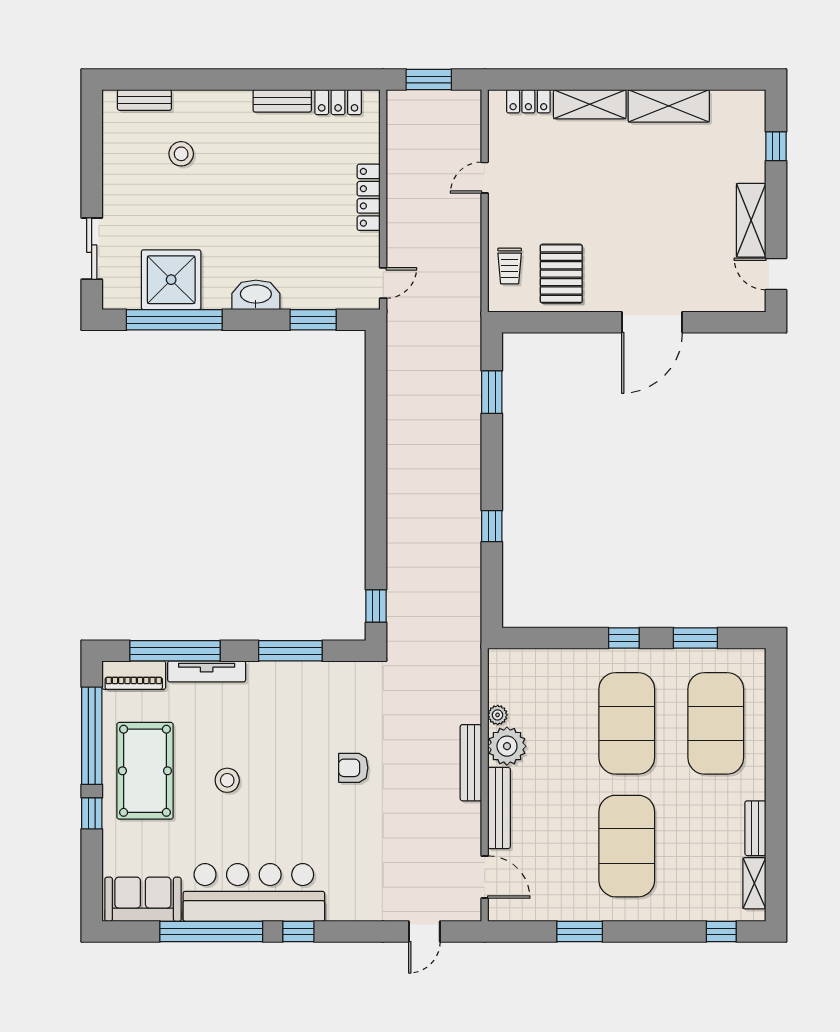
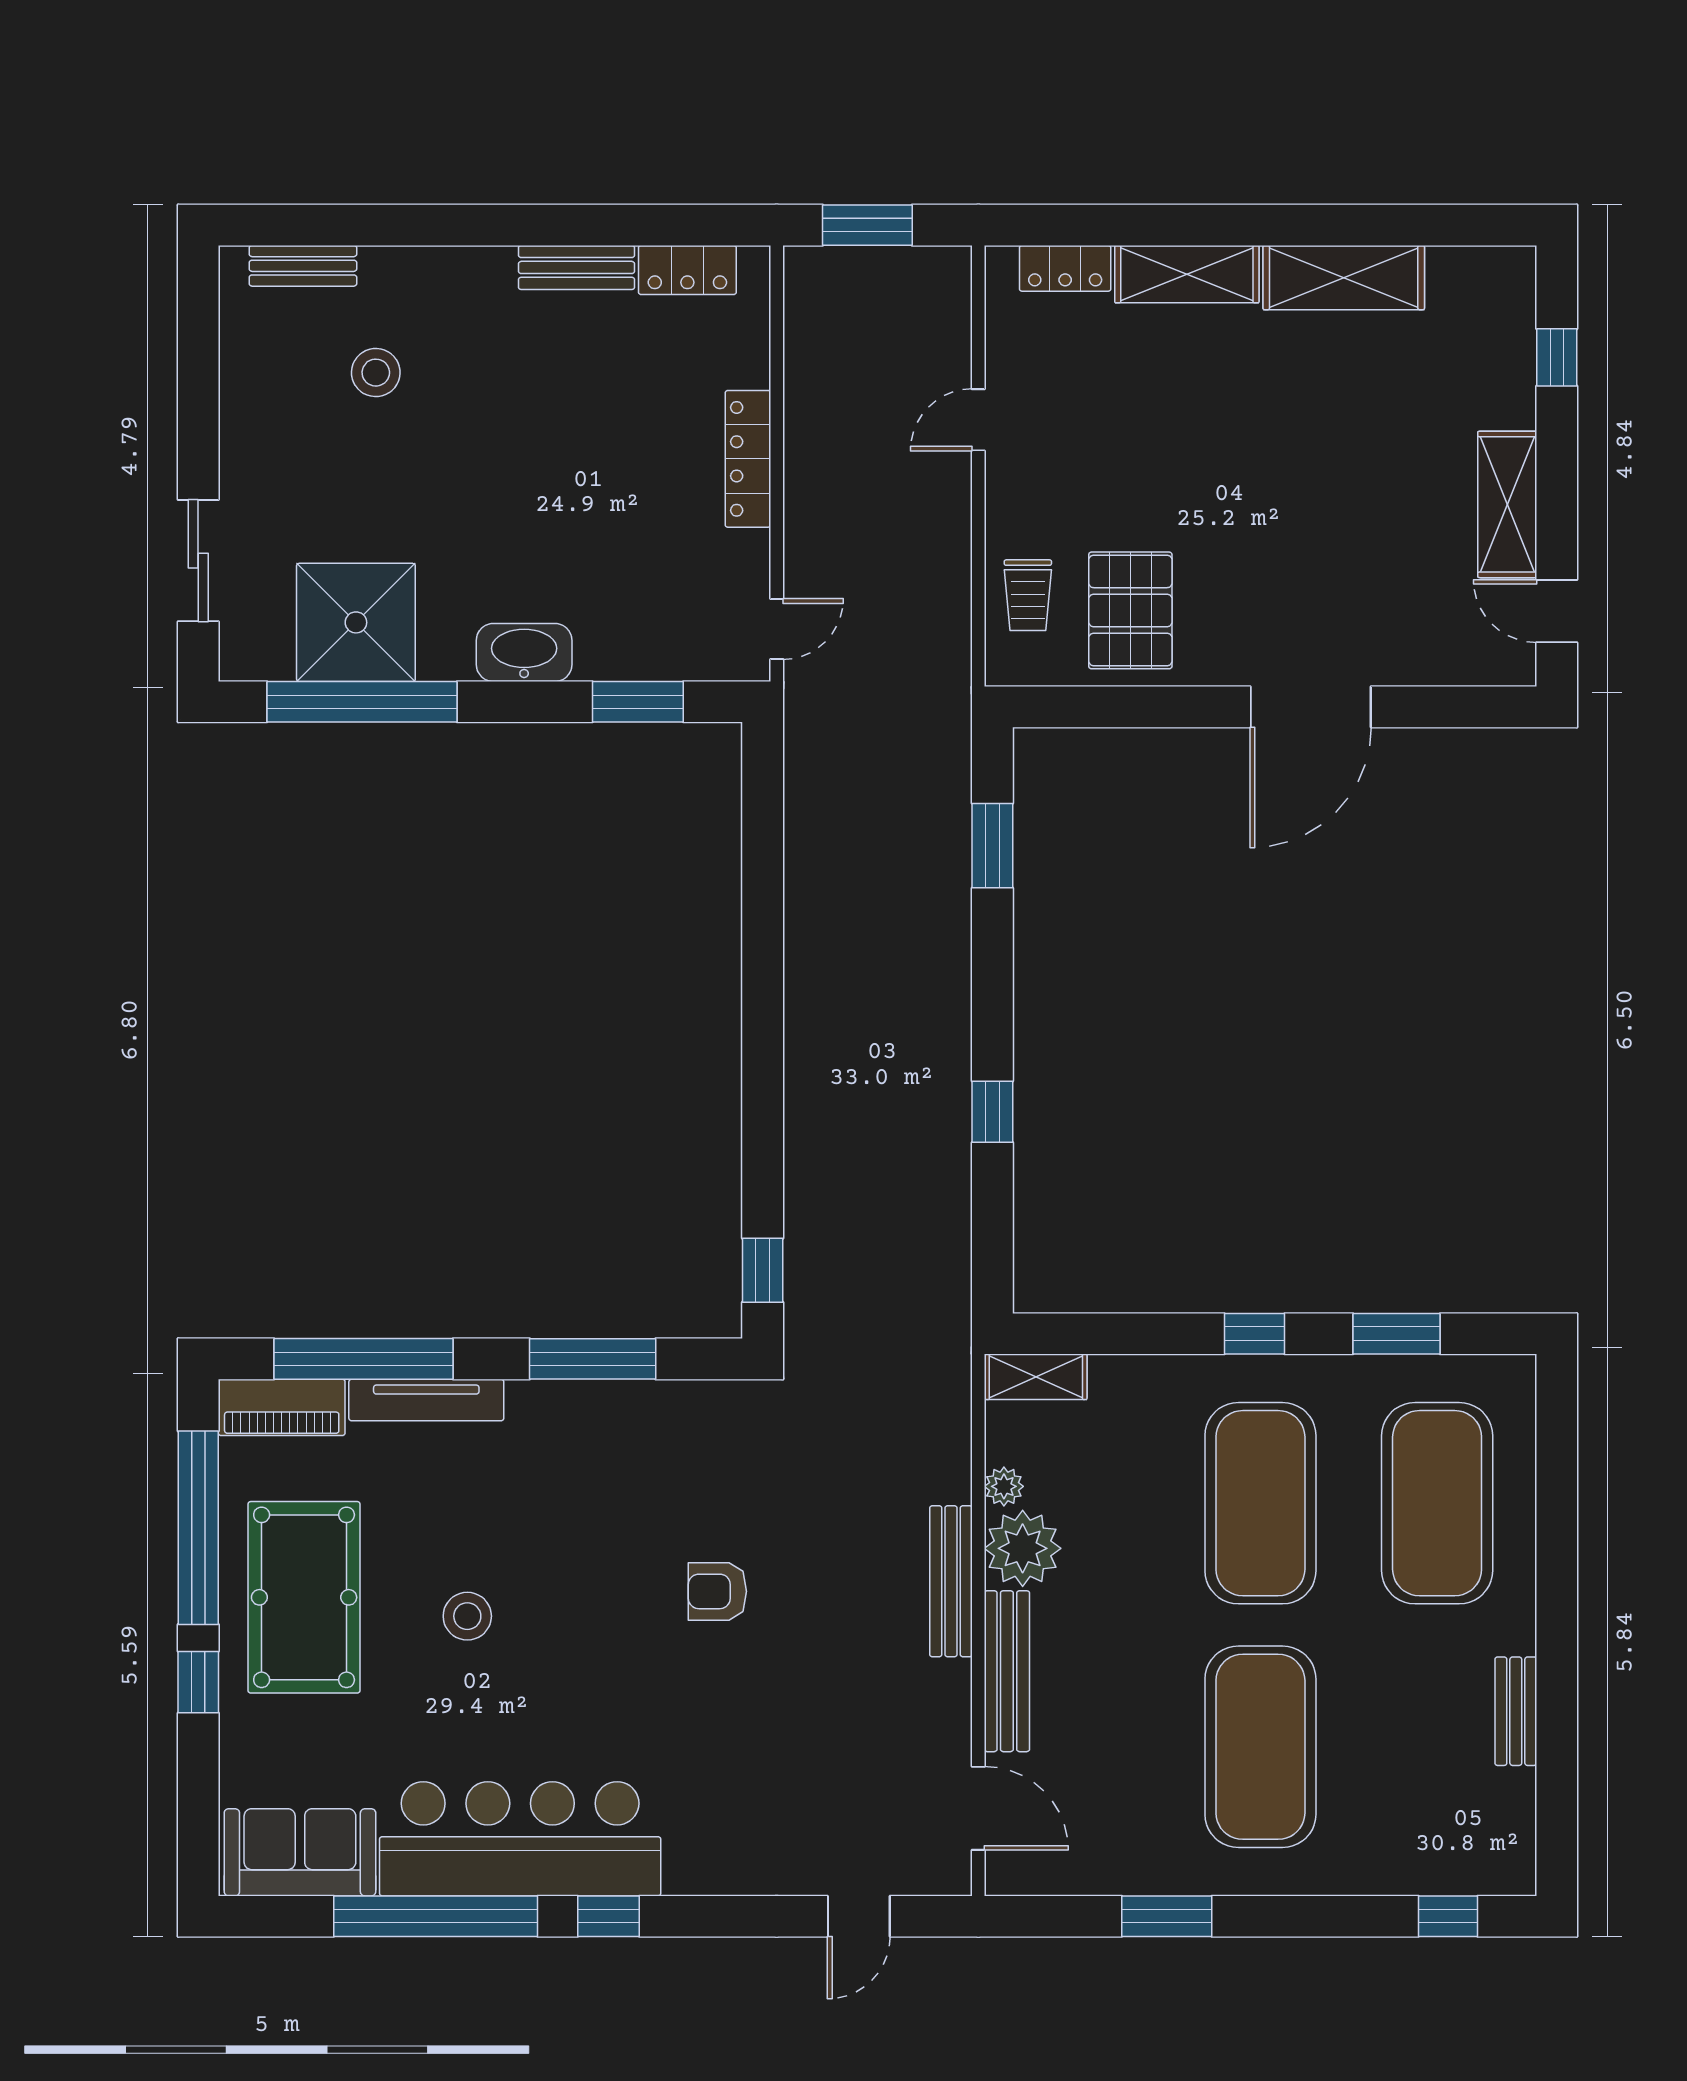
shelving: (754, 883) -> (1036, 1377), moved, turned 90

